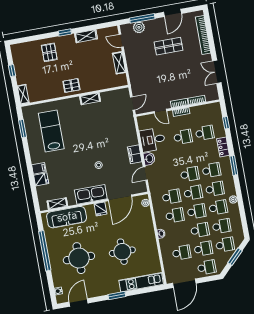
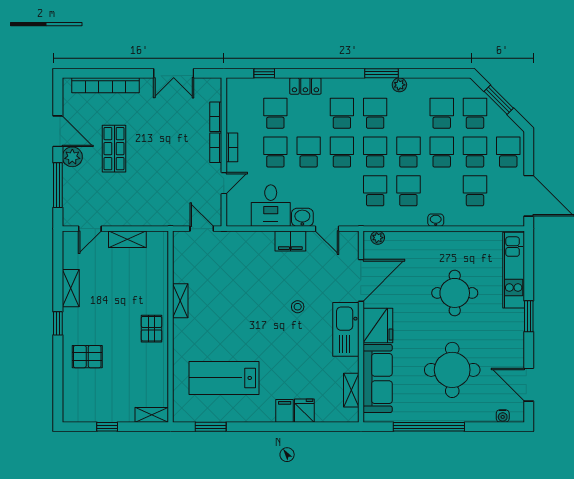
plant: (139, 27) -> (72, 157), moved
window: (234, 165) -> (382, 73), moved
door: (120, 198) -> (361, 280), hinge flipped
school desk: (218, 207) -> (309, 152), moved
fridge: (100, 209) -> (378, 325), width x1.88, depth x1.34

